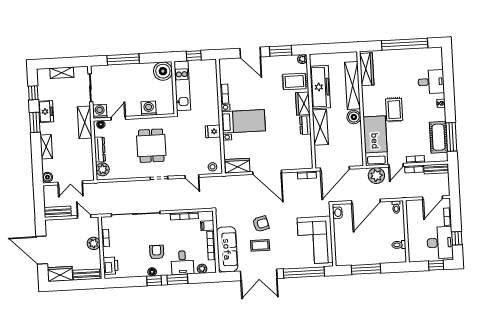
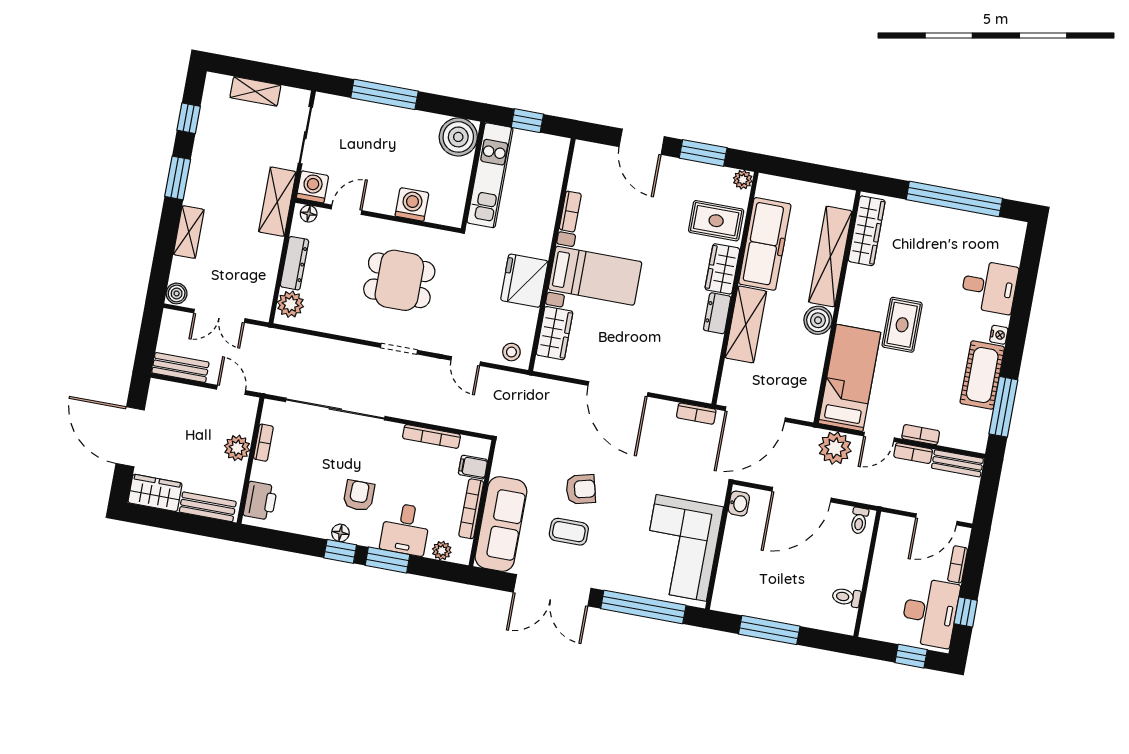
freezer: (46, 112) -> (205, 161), removed
fridge: (213, 131) -> (524, 281), width x1.88, depth x1.34
cot: (438, 137) -> (982, 375), moved
dining table: (151, 146) -> (399, 280), turned 90
wardrobe: (237, 166) -> (555, 333), moved, turned 90

